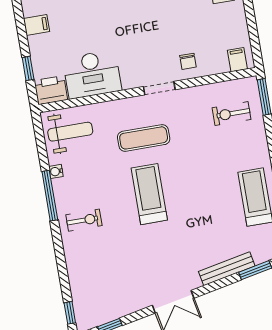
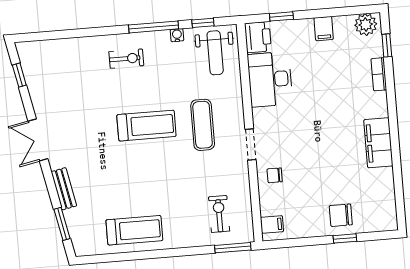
exercise bike: (84, 220) -> (126, 59), turned -90
bench: (227, 269) -> (64, 189), width x0.73
window: (70, 313) -> (203, 23), moved

